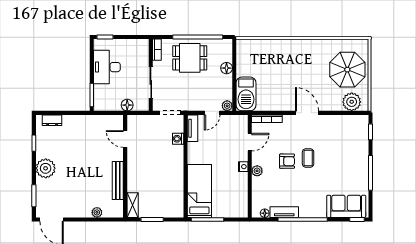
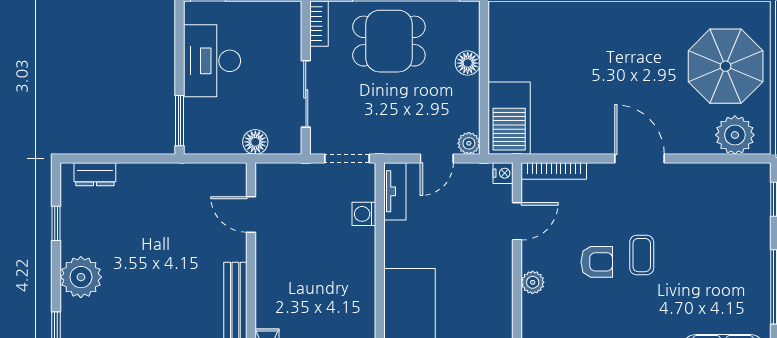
nightstand: (243, 167) -> (503, 173), moved

